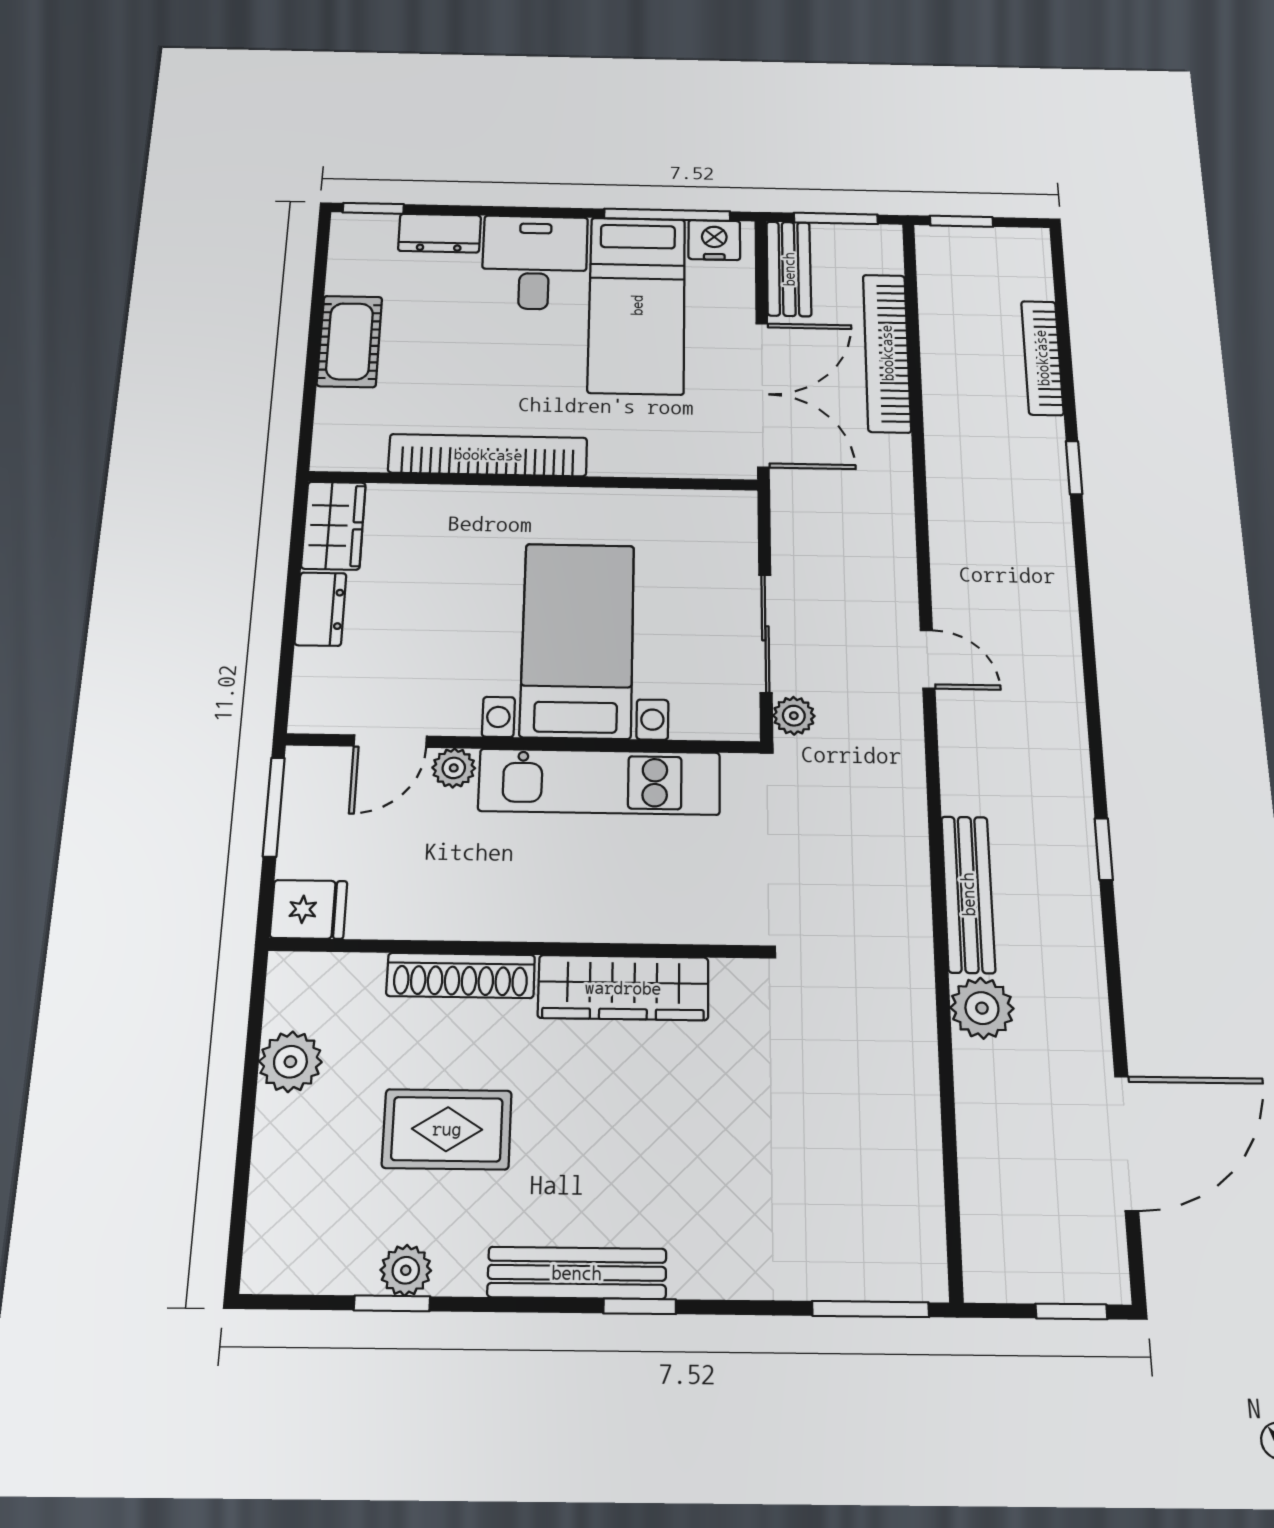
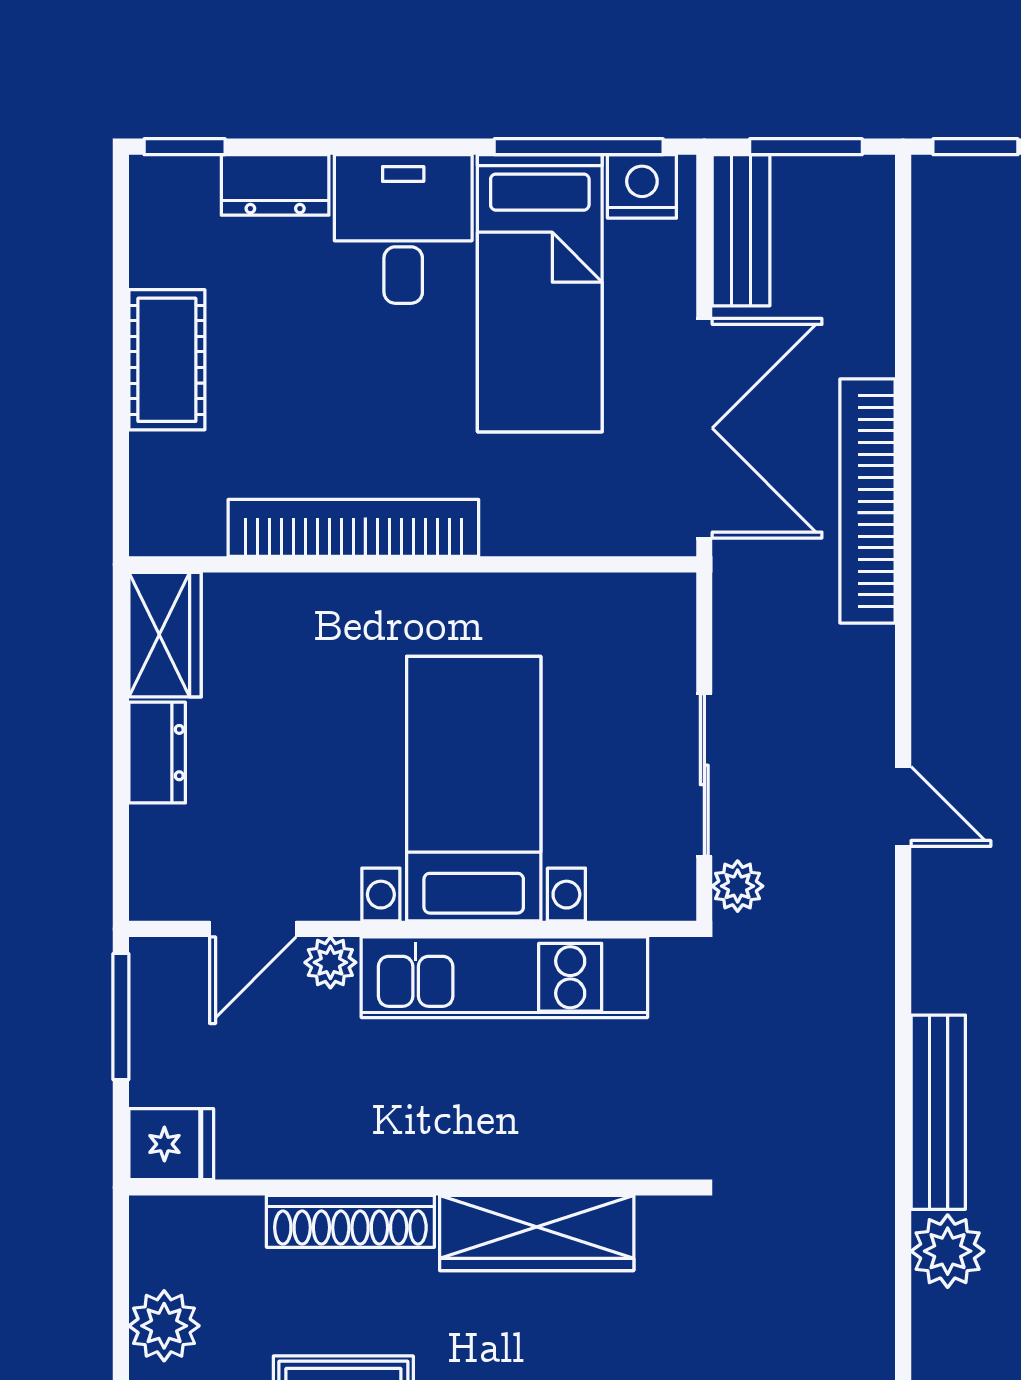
bookcase: (887, 353) -> (867, 501), moved

